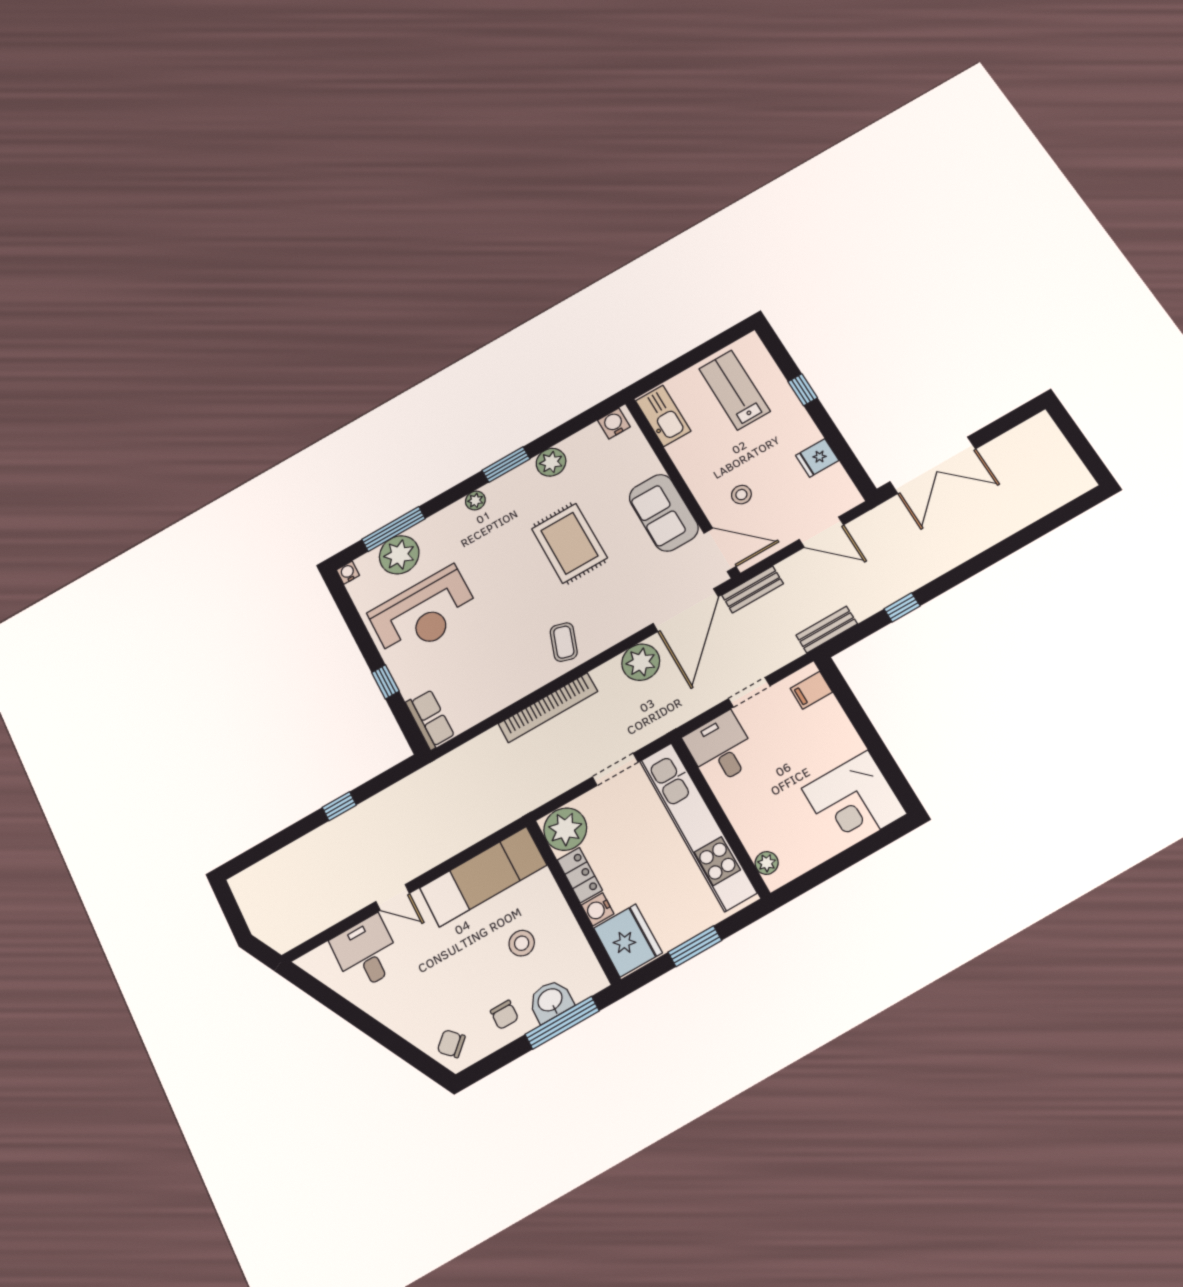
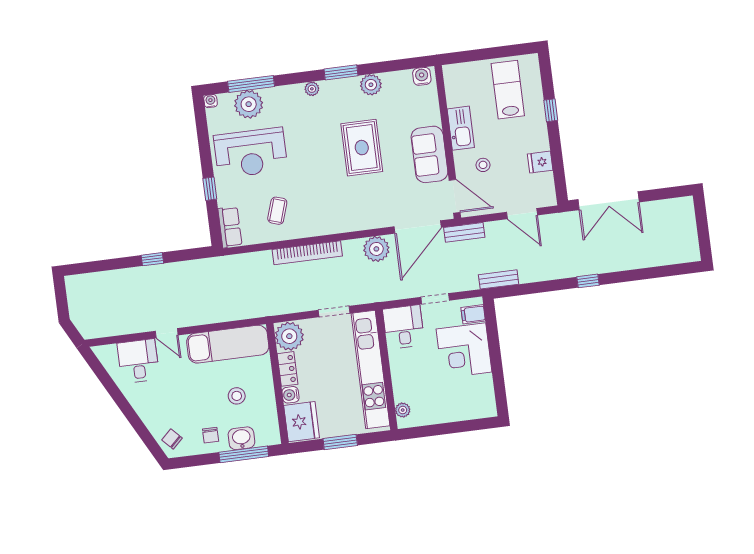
kitchen sink: (663, 416) -> (461, 128), moved
window: (902, 607) -> (588, 281), moved
coffee table: (564, 642) -> (277, 211), moved
corner desk: (854, 801) -> (464, 351), moved

